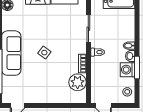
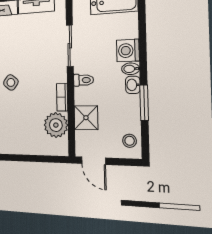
washing machine: (128, 70) -> (128, 51), moved
shower: (99, 77) -> (86, 118), added

